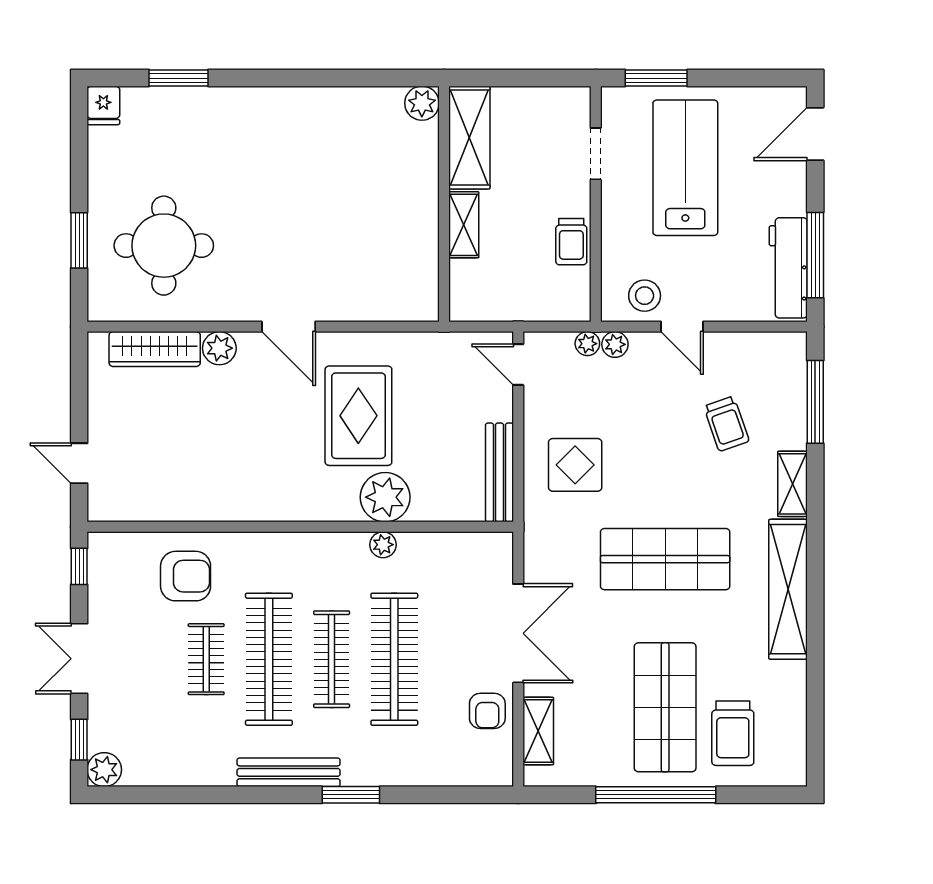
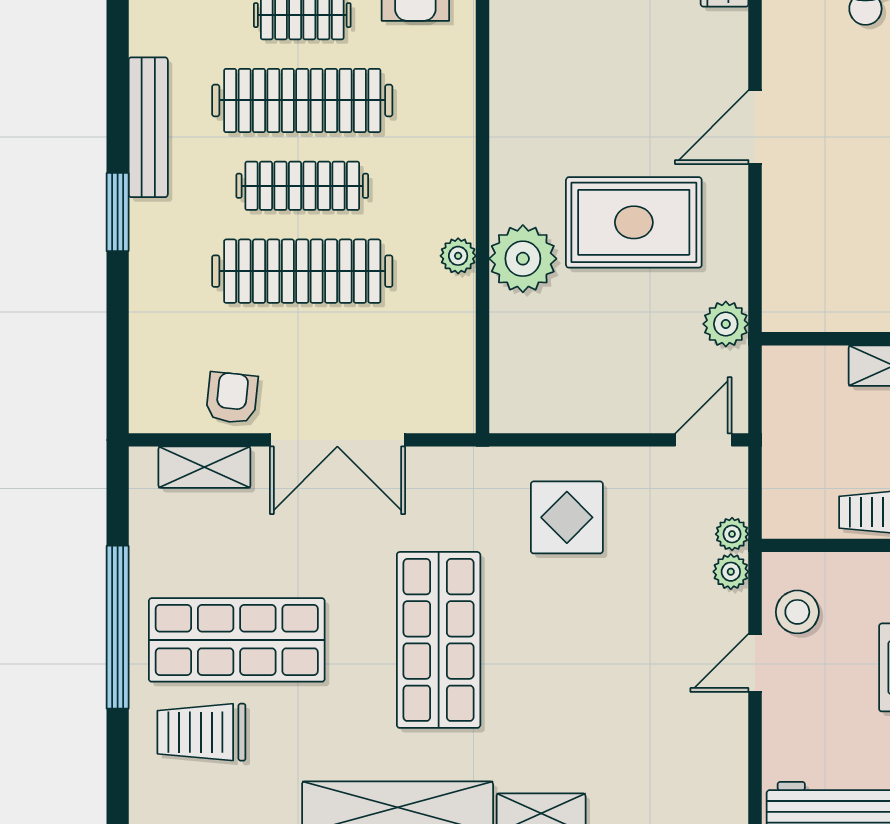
plant: (219, 348) -> (726, 324), moved
trolley: (726, 424) -> (623, 724), removed
bench: (499, 472) -> (557, 414), removed
armchair: (487, 711) -> (232, 398), turned 96

